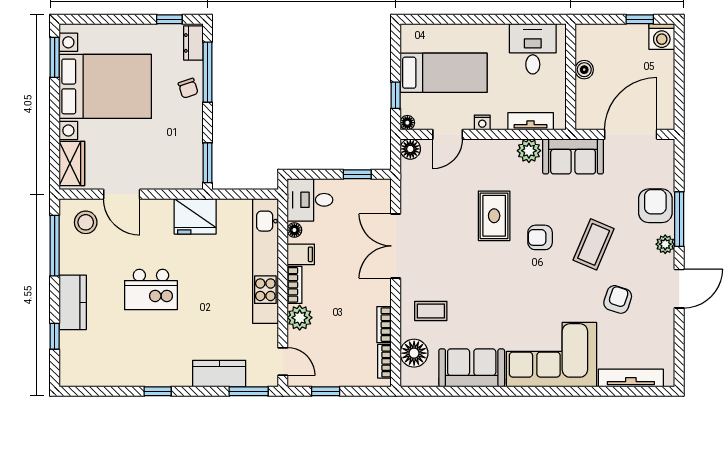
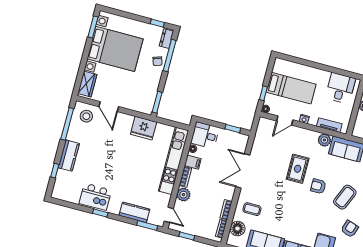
floor lamp: (410, 149) -> (264, 123), removed
kitchen island: (151, 289) -> (95, 197), moved

